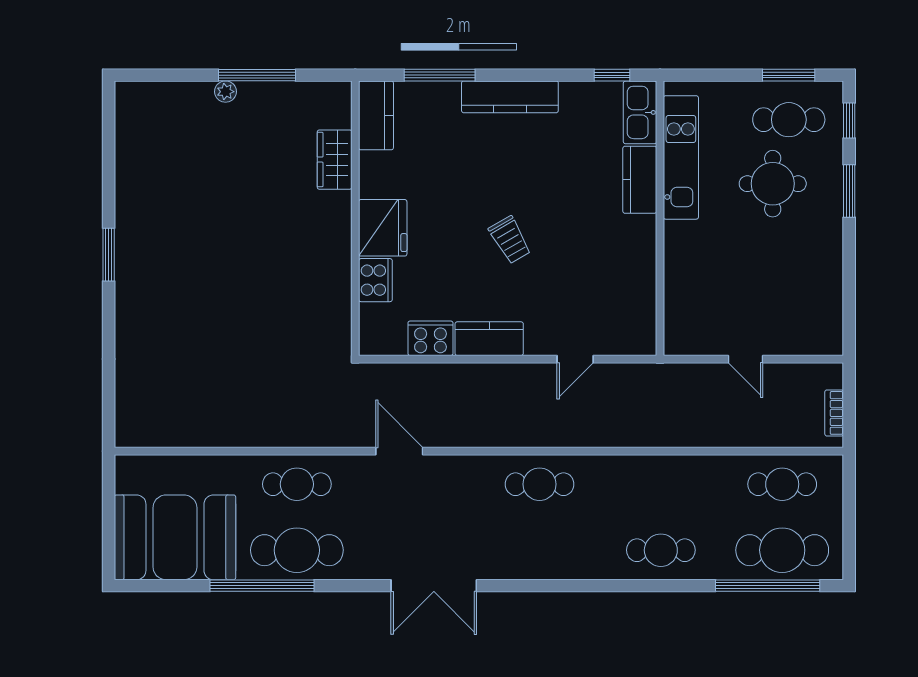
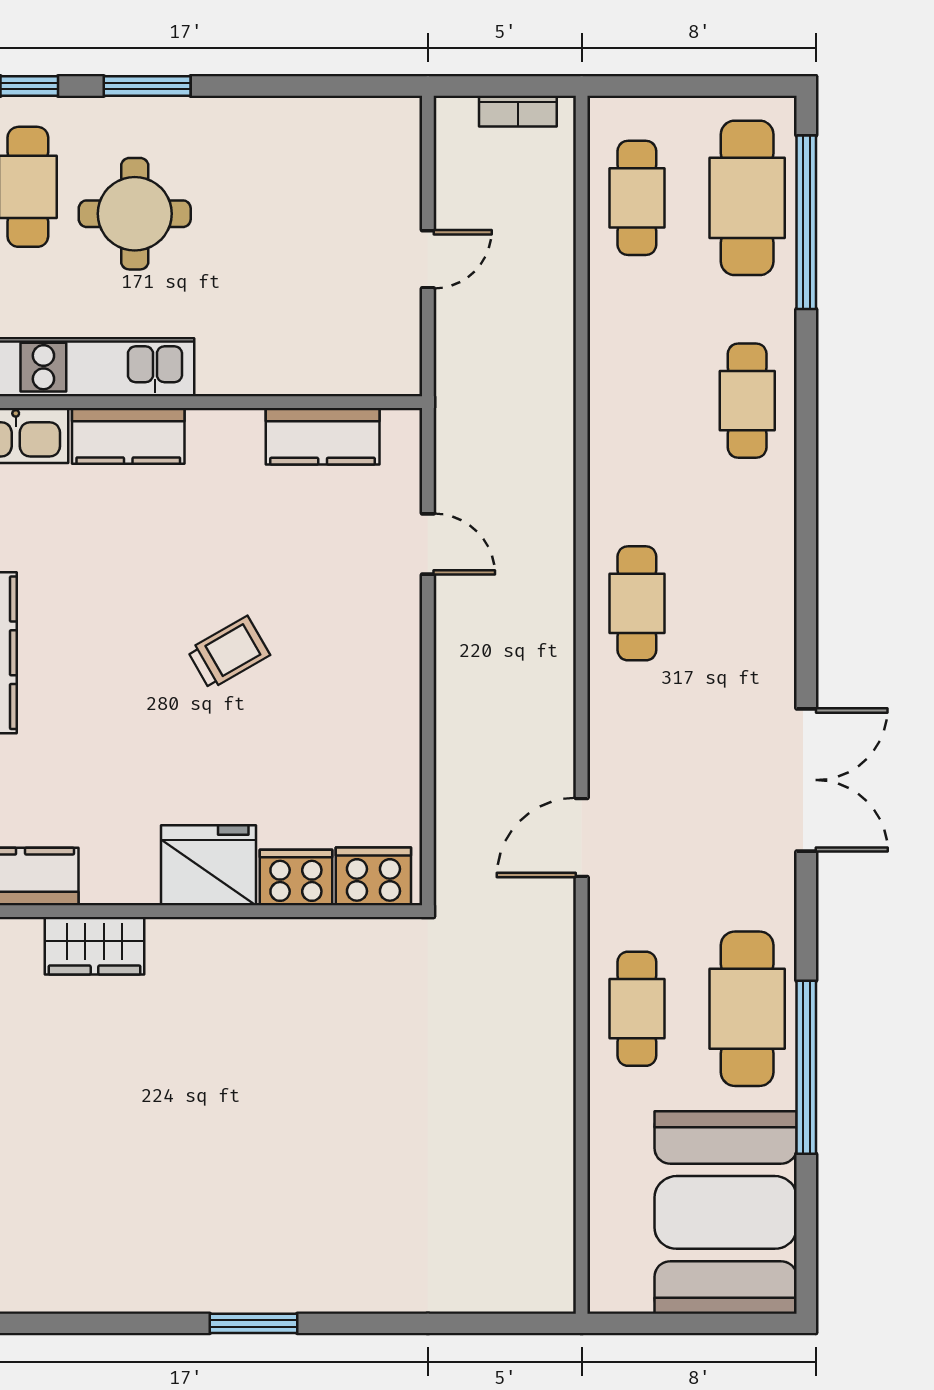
cooker: (430, 338) -> (373, 876), moved, turned 90
kitchen counter: (489, 339) -> (323, 436), moved, turned -90

